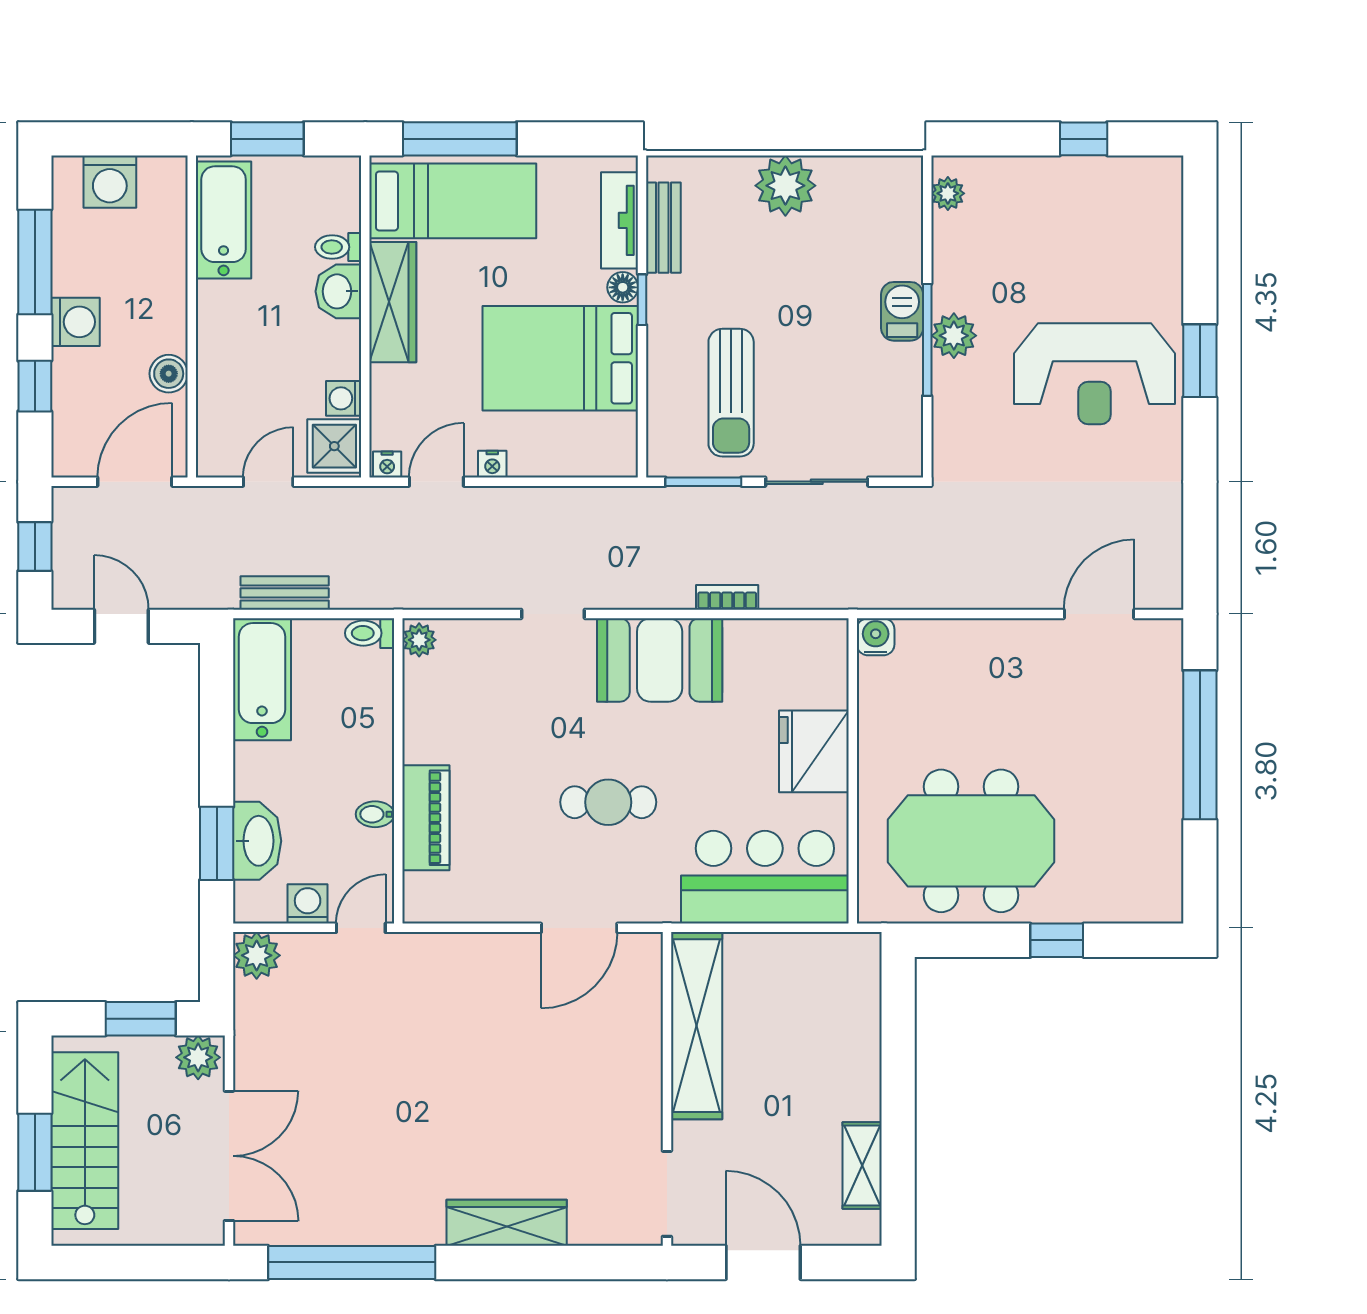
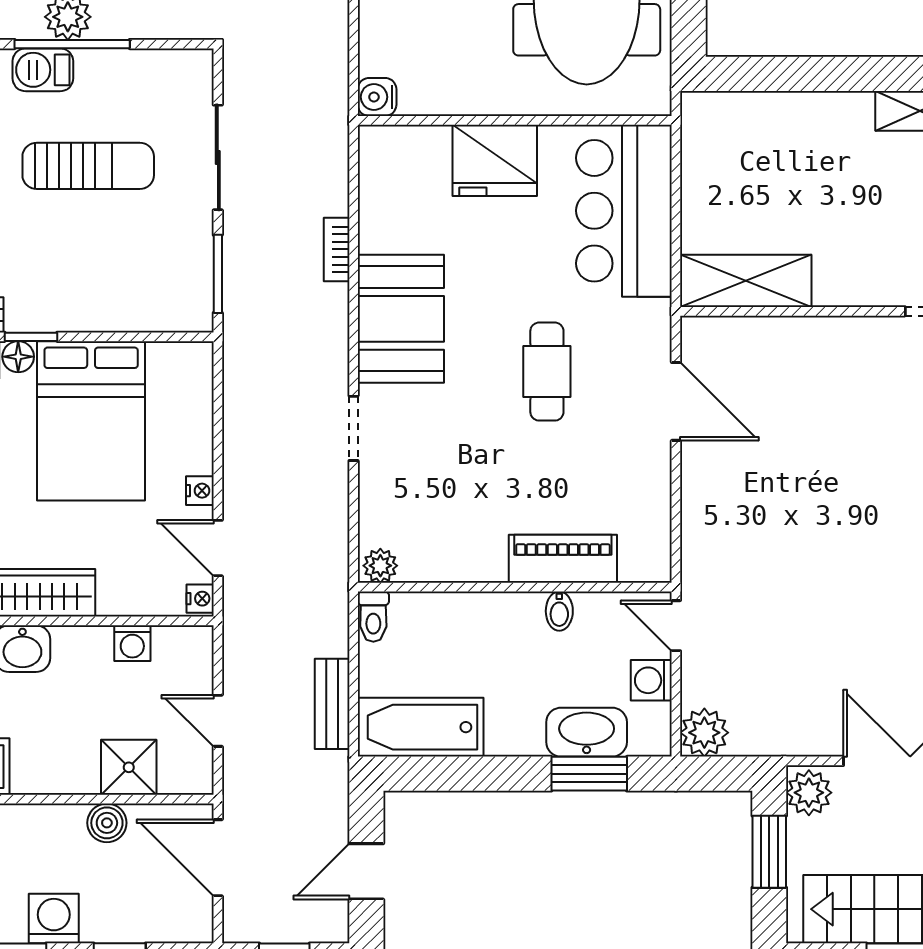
sun lounger: (731, 393) -> (88, 166), moved
shower: (334, 446) -> (129, 767), moved
shelving: (697, 1026) -> (746, 281), width x0.68

